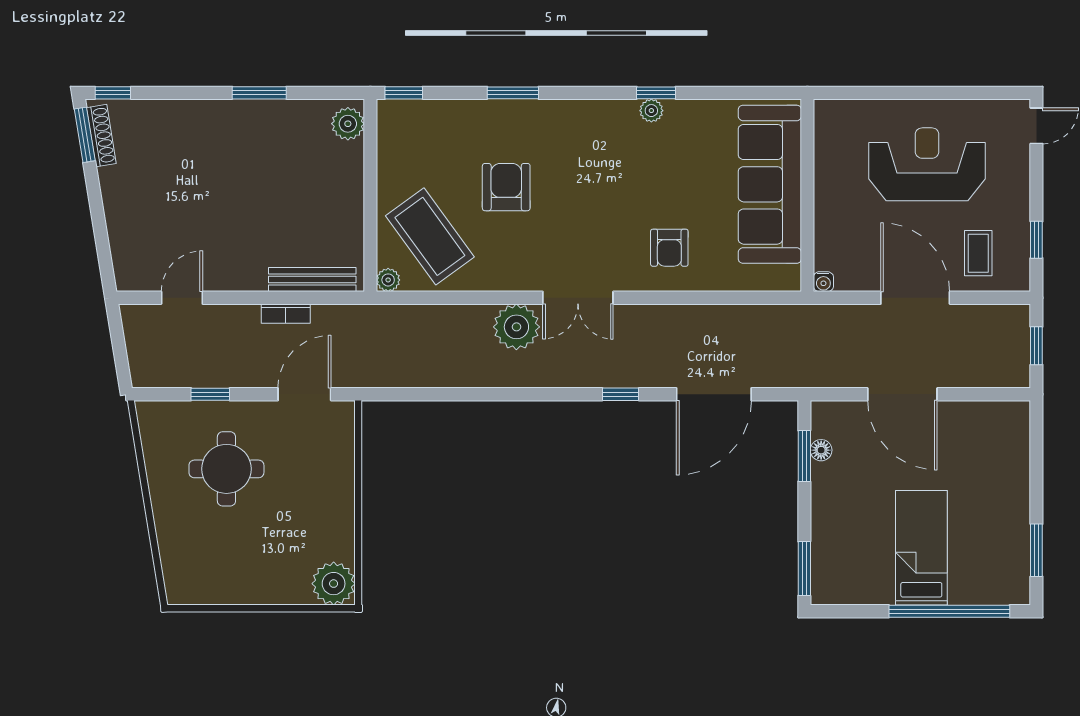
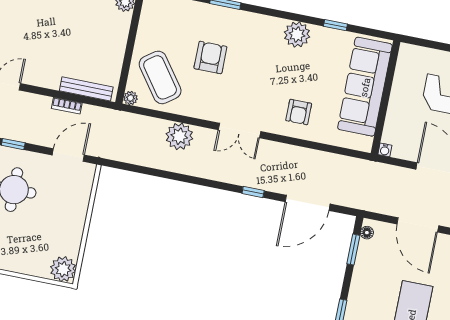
window: (656, 93) -> (335, 25), moved
plant: (651, 111) -> (297, 34), width x1.88, depth x1.88
plant: (516, 327) -> (179, 136), moved
floor lamp: (821, 450) -> (367, 233), moved

